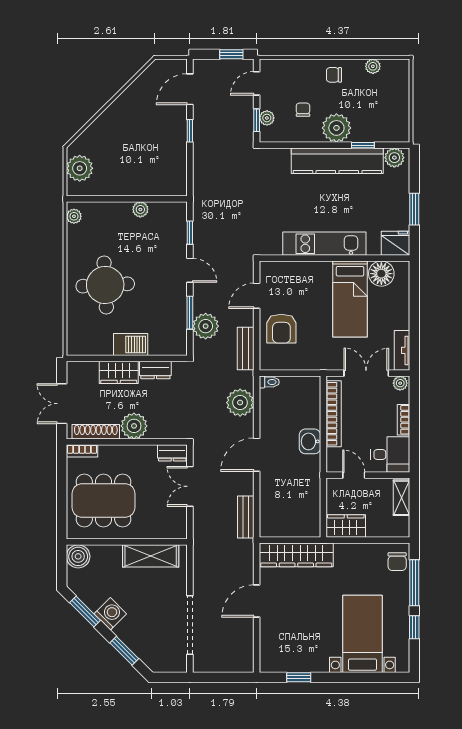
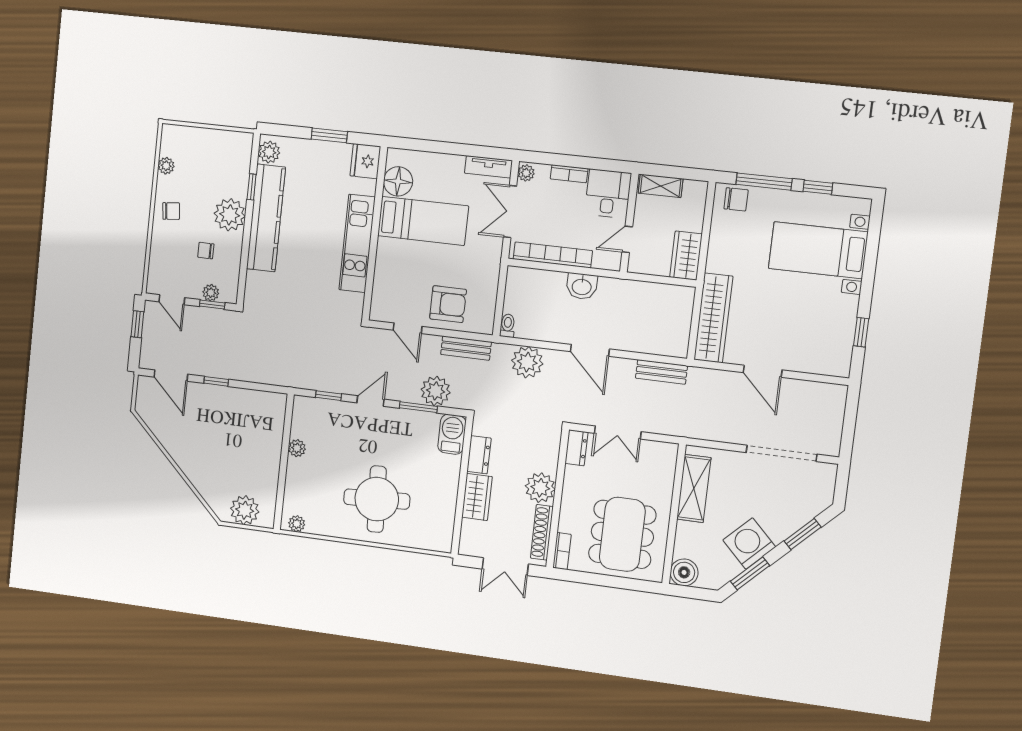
chair: (334, 75) -> (171, 211), turned -96
barbecue: (131, 345) -> (452, 434), moved
washing machine: (110, 614) -> (749, 543), width x1.37, depth x1.37

